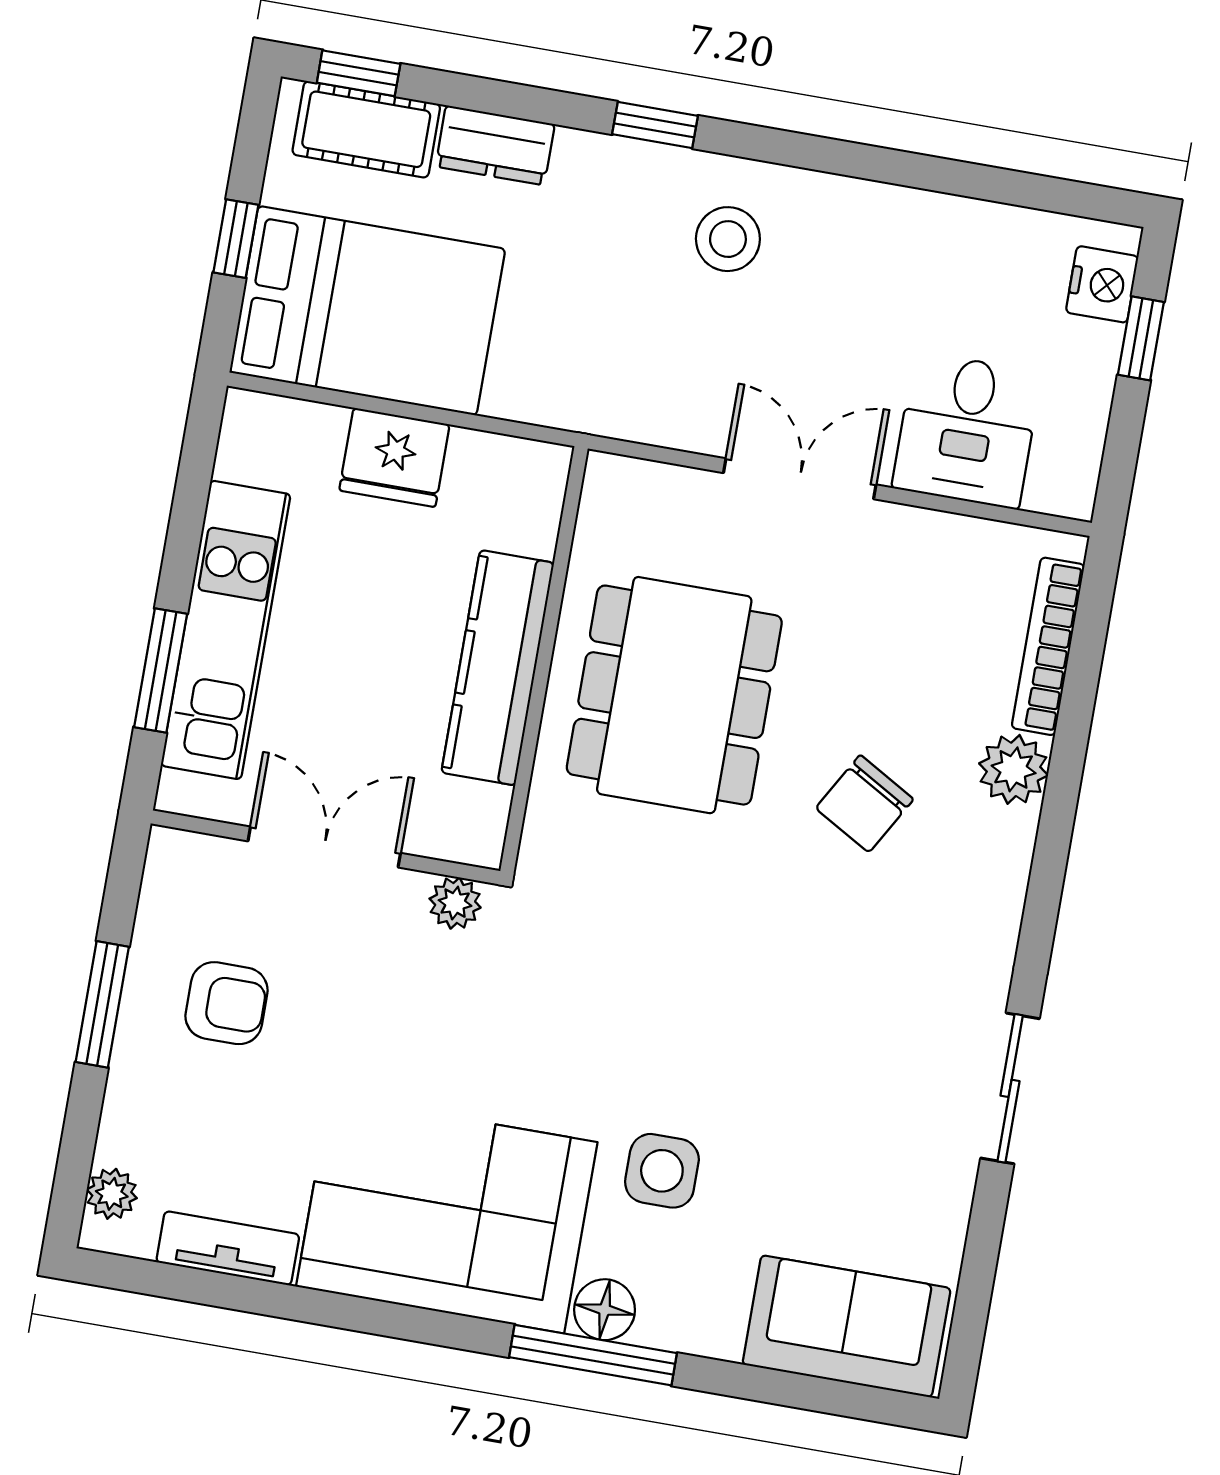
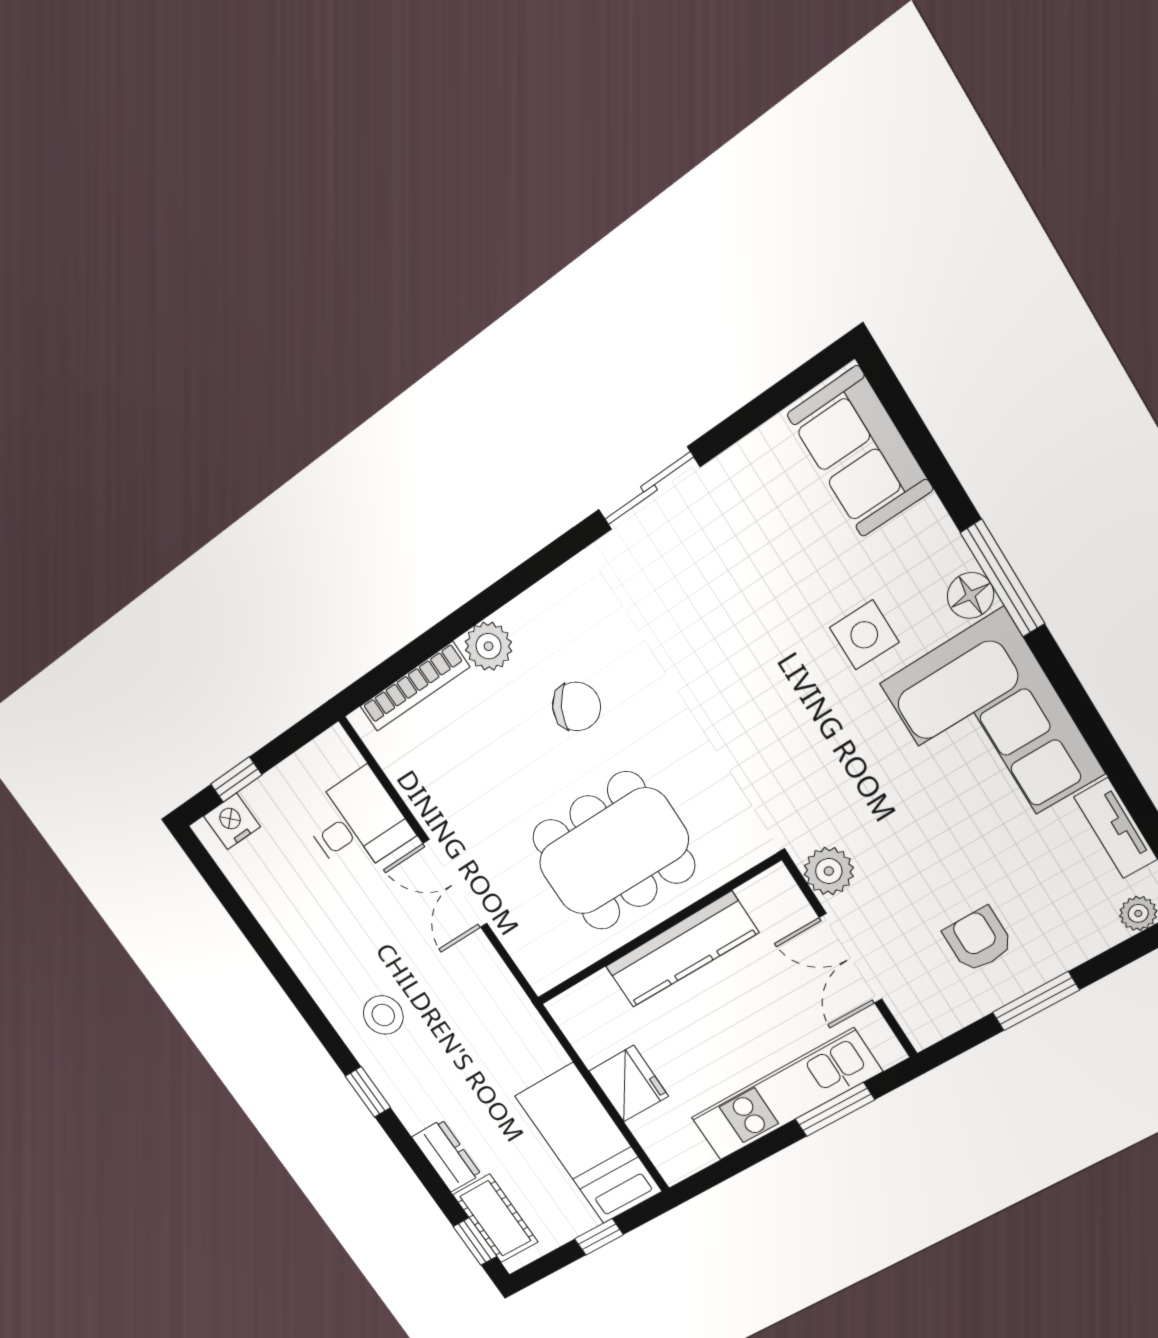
bed: (367, 311) -> (589, 1144), width x0.67
plant: (455, 903) -> (829, 871), width x1.38, depth x1.38

